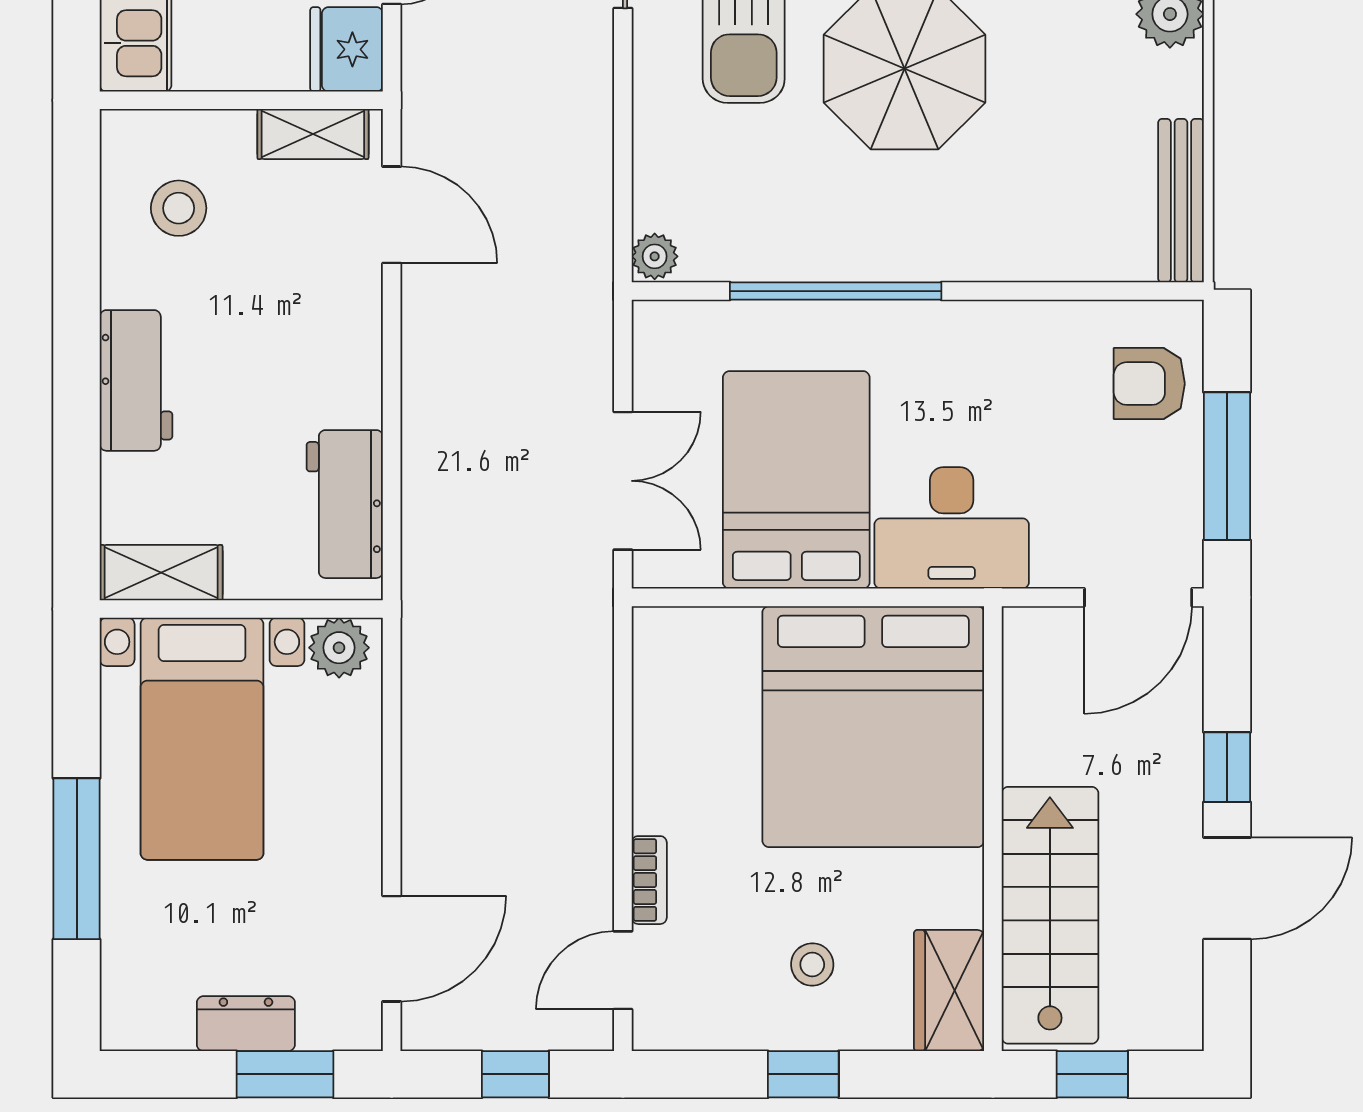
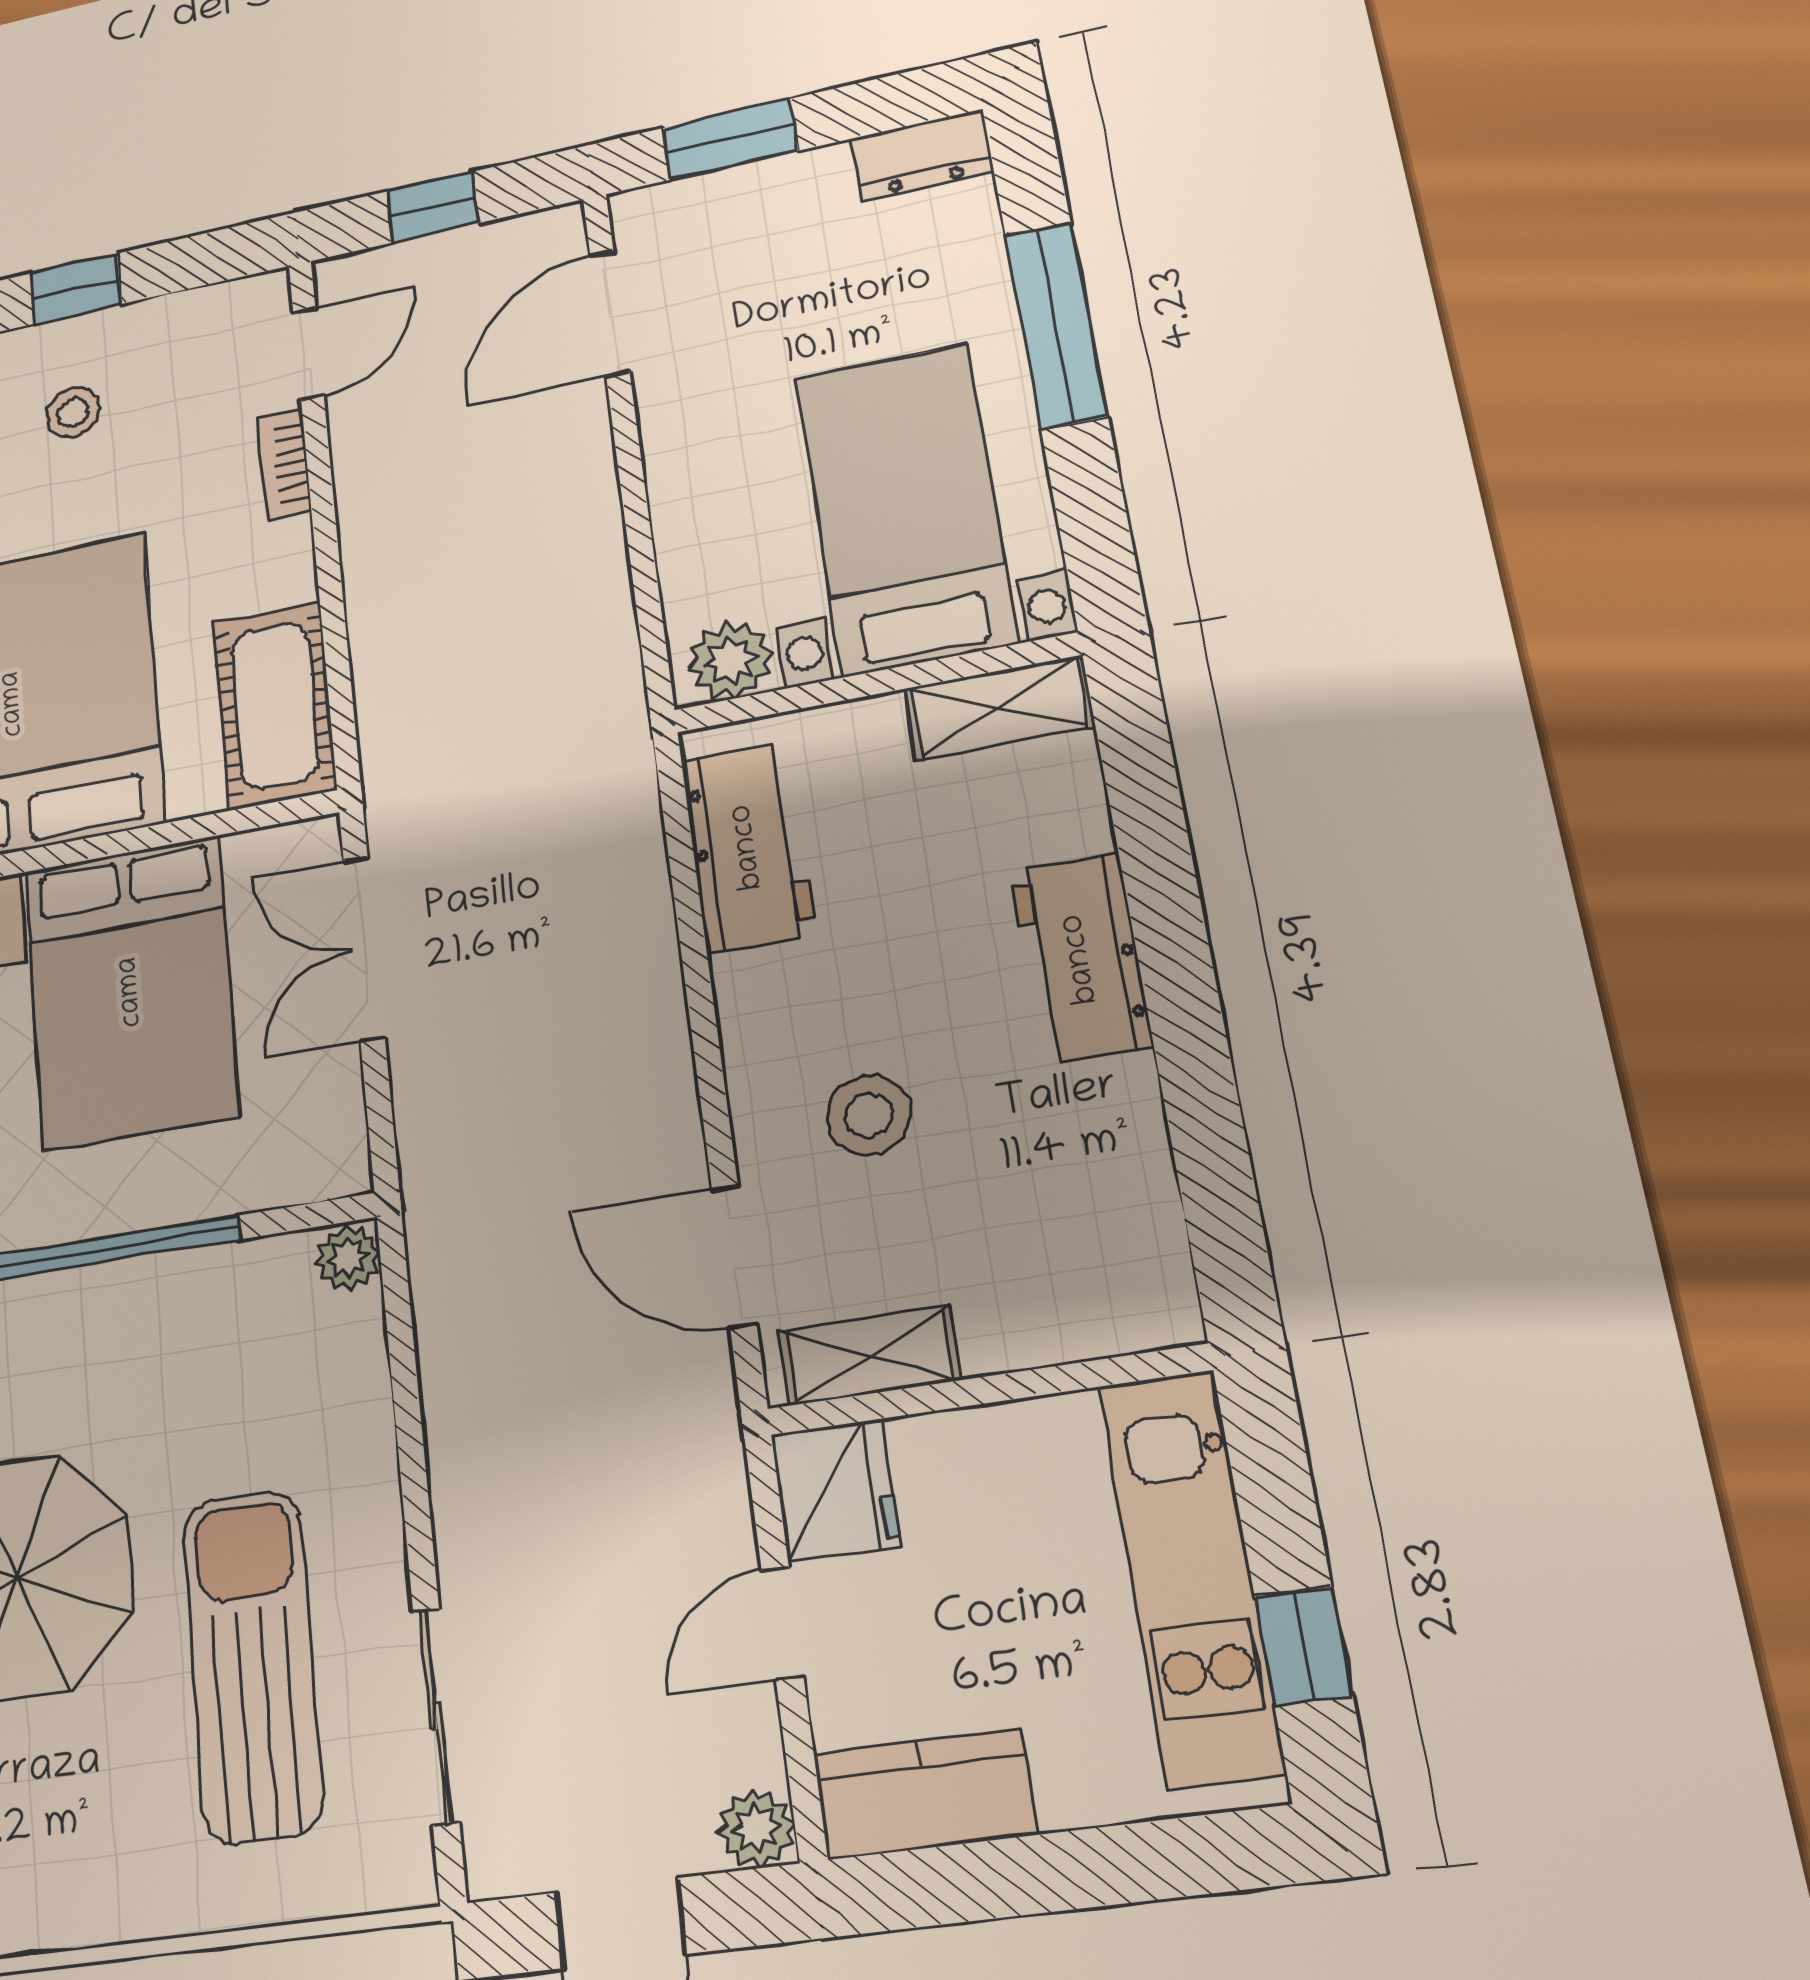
stool: (179, 208) -> (869, 1115), moved
cot: (672, 683) -> (275, 705), added
dresser: (246, 1024) -> (922, 155), moved

